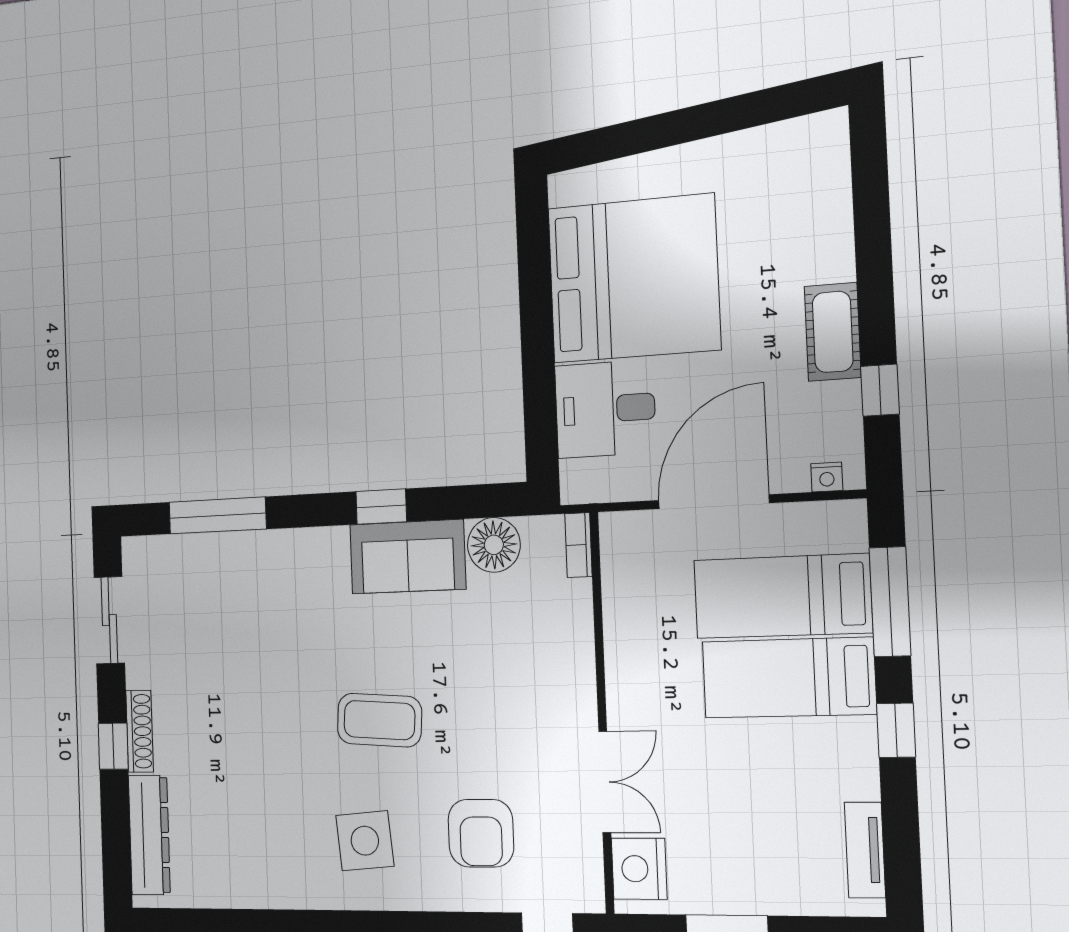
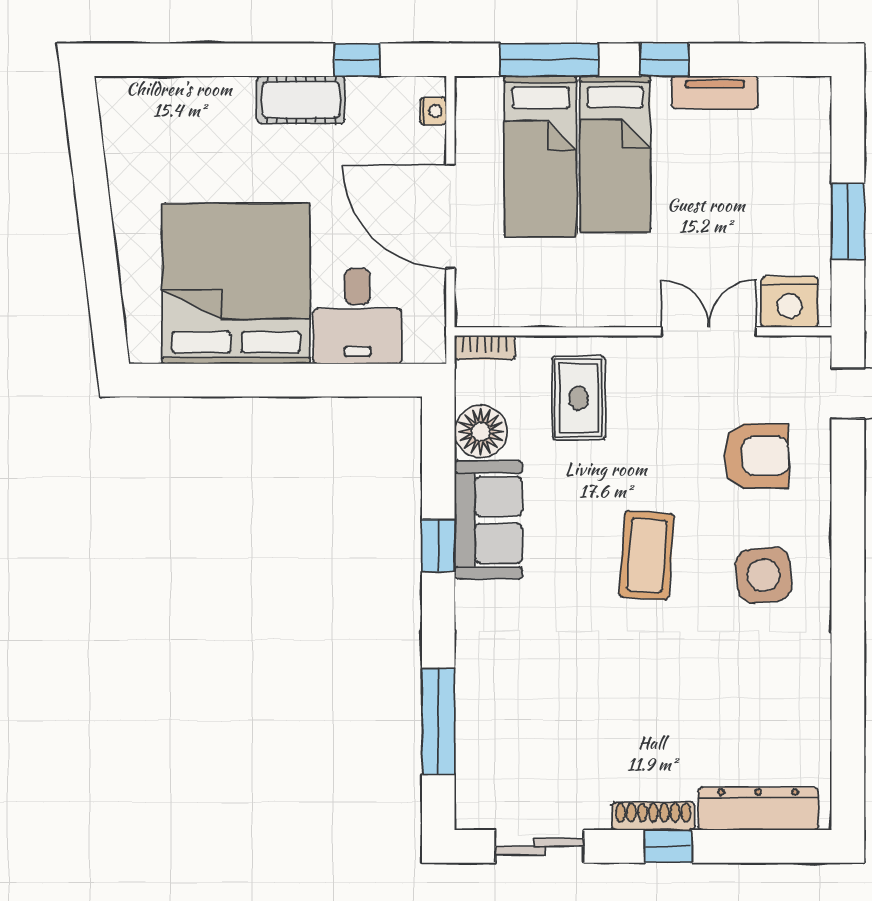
rug: (531, 646) -> (579, 398), added
tv unit: (865, 850) -> (715, 92), moved

